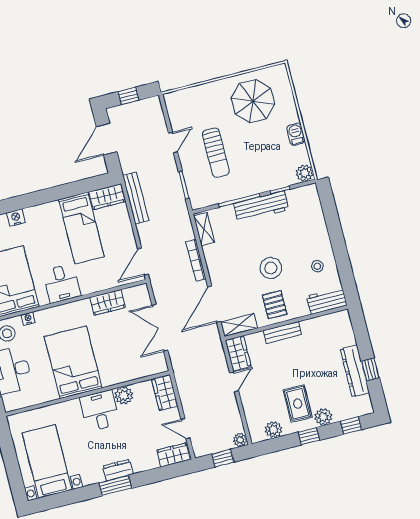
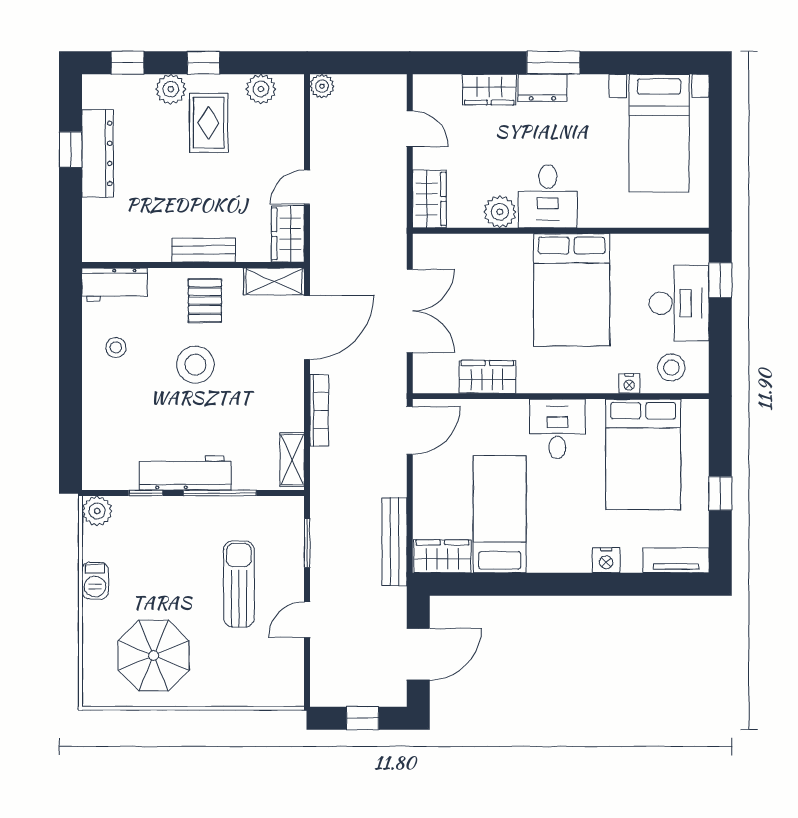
wardrobe: (174, 455) -> (489, 90), moved
window: (223, 458) -> (359, 63), removed

